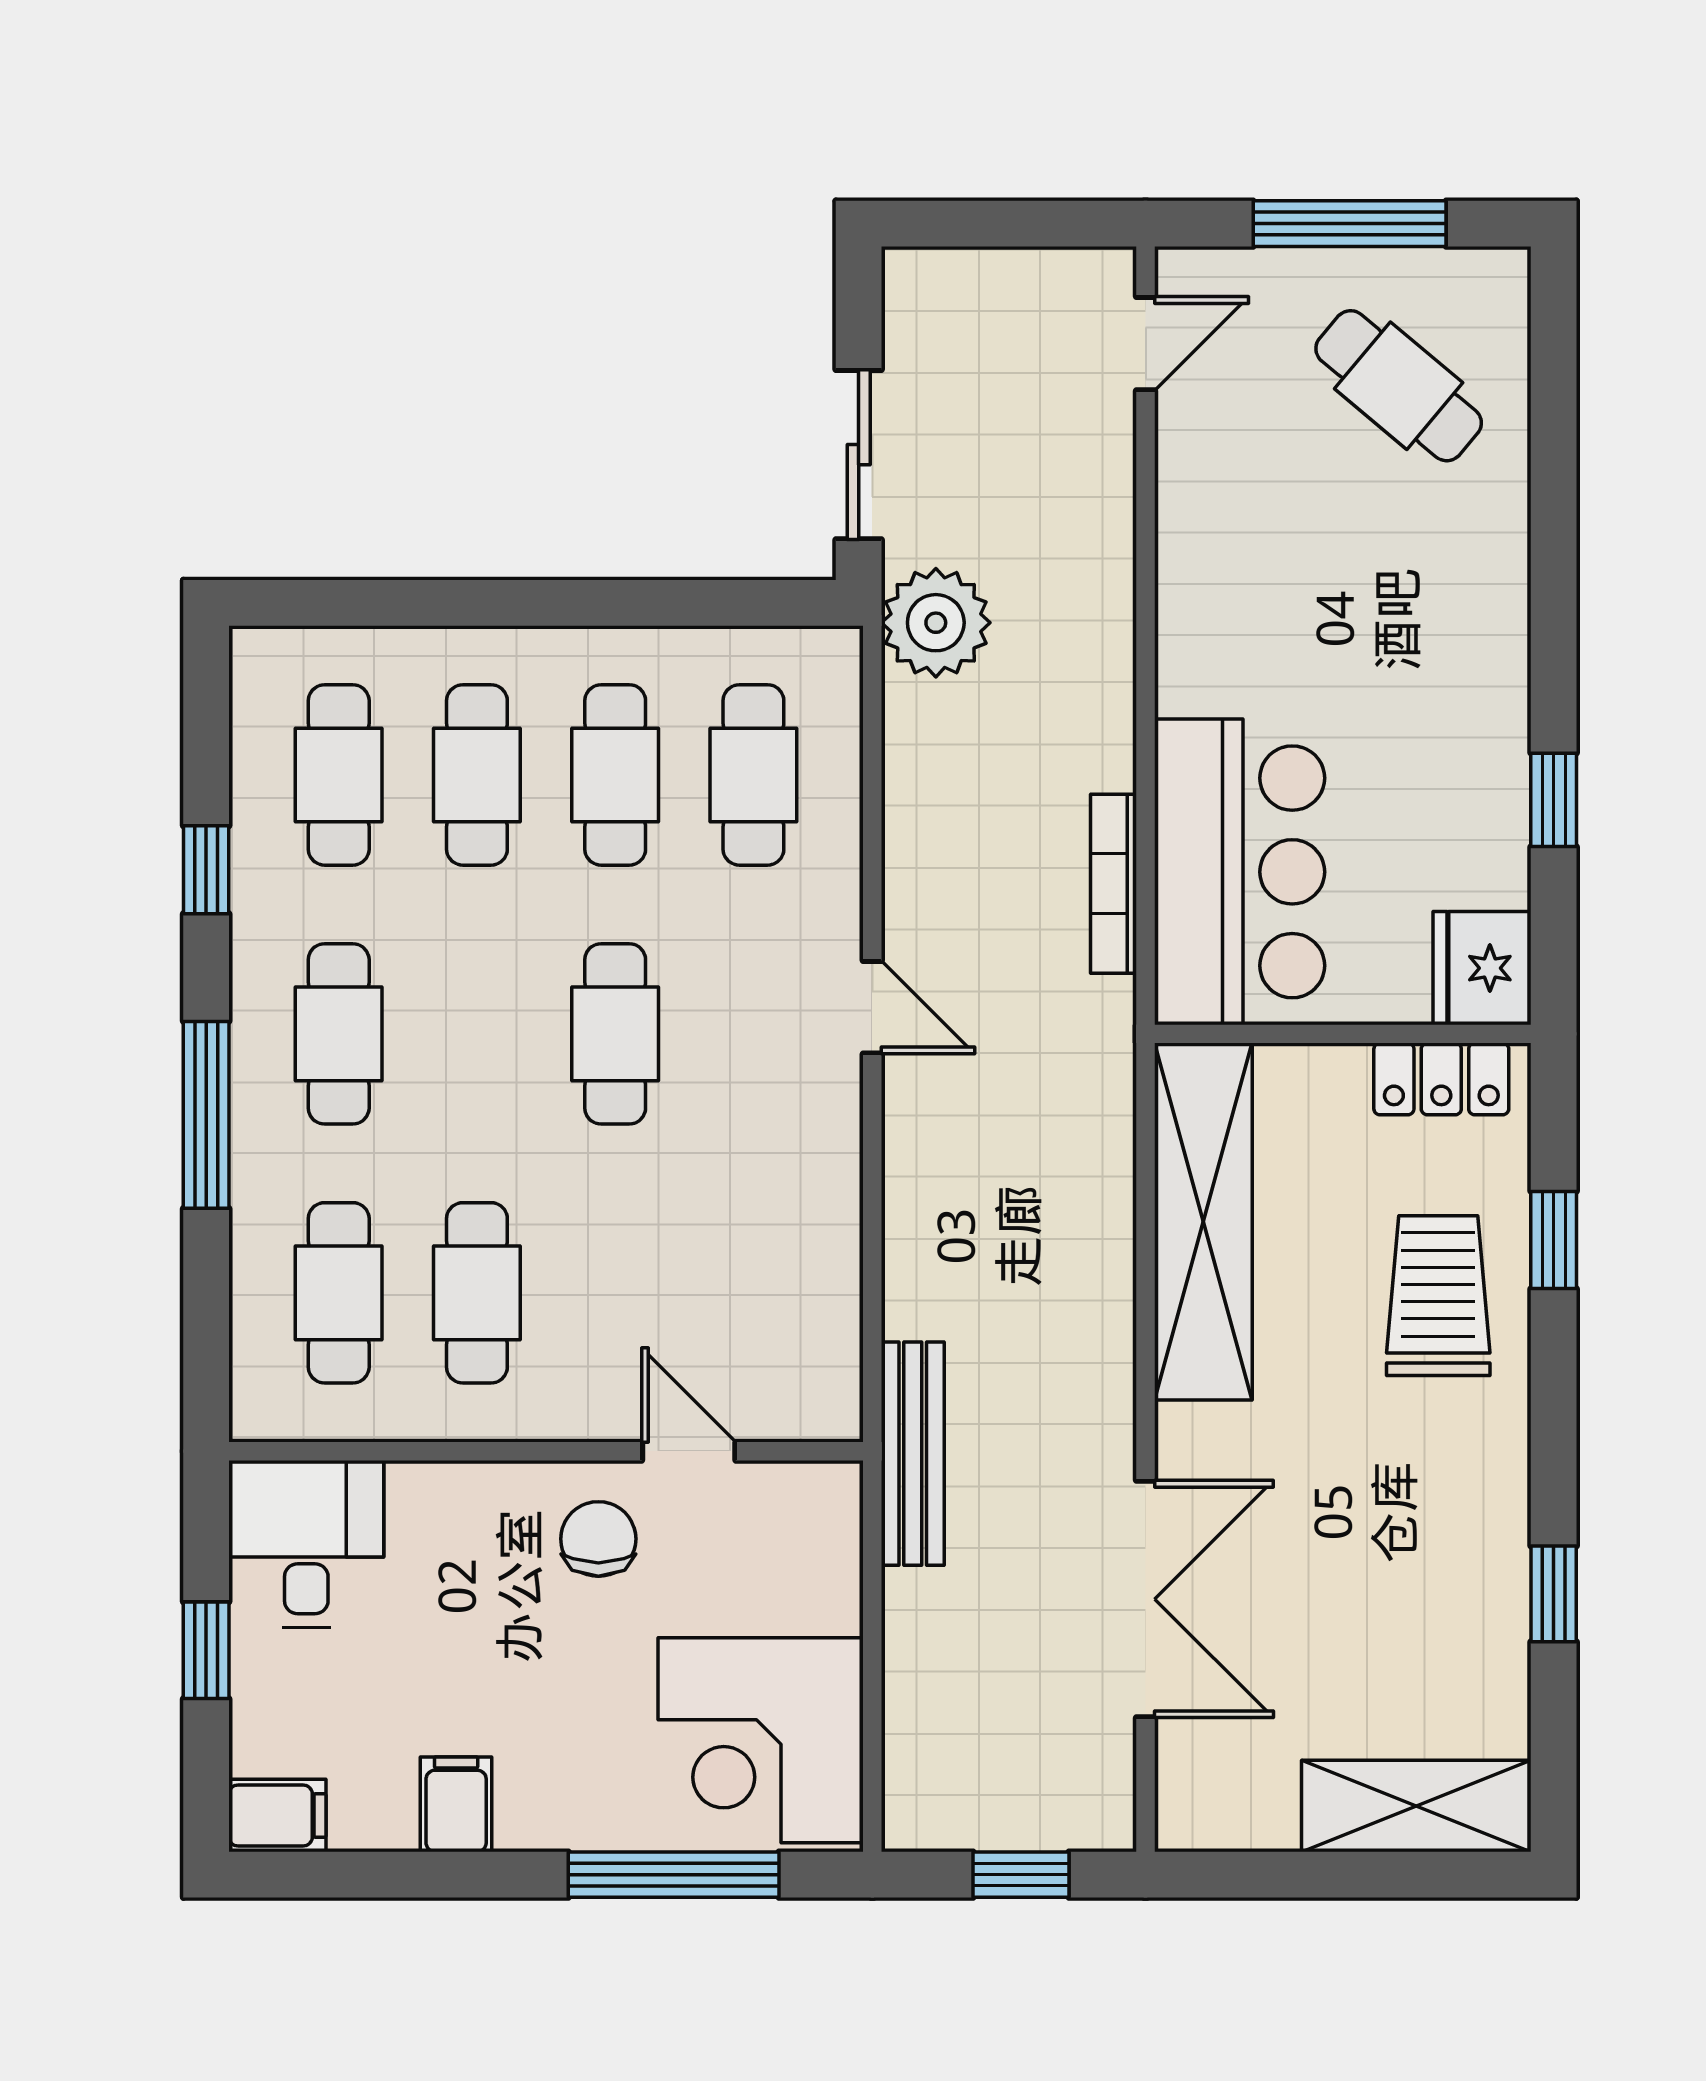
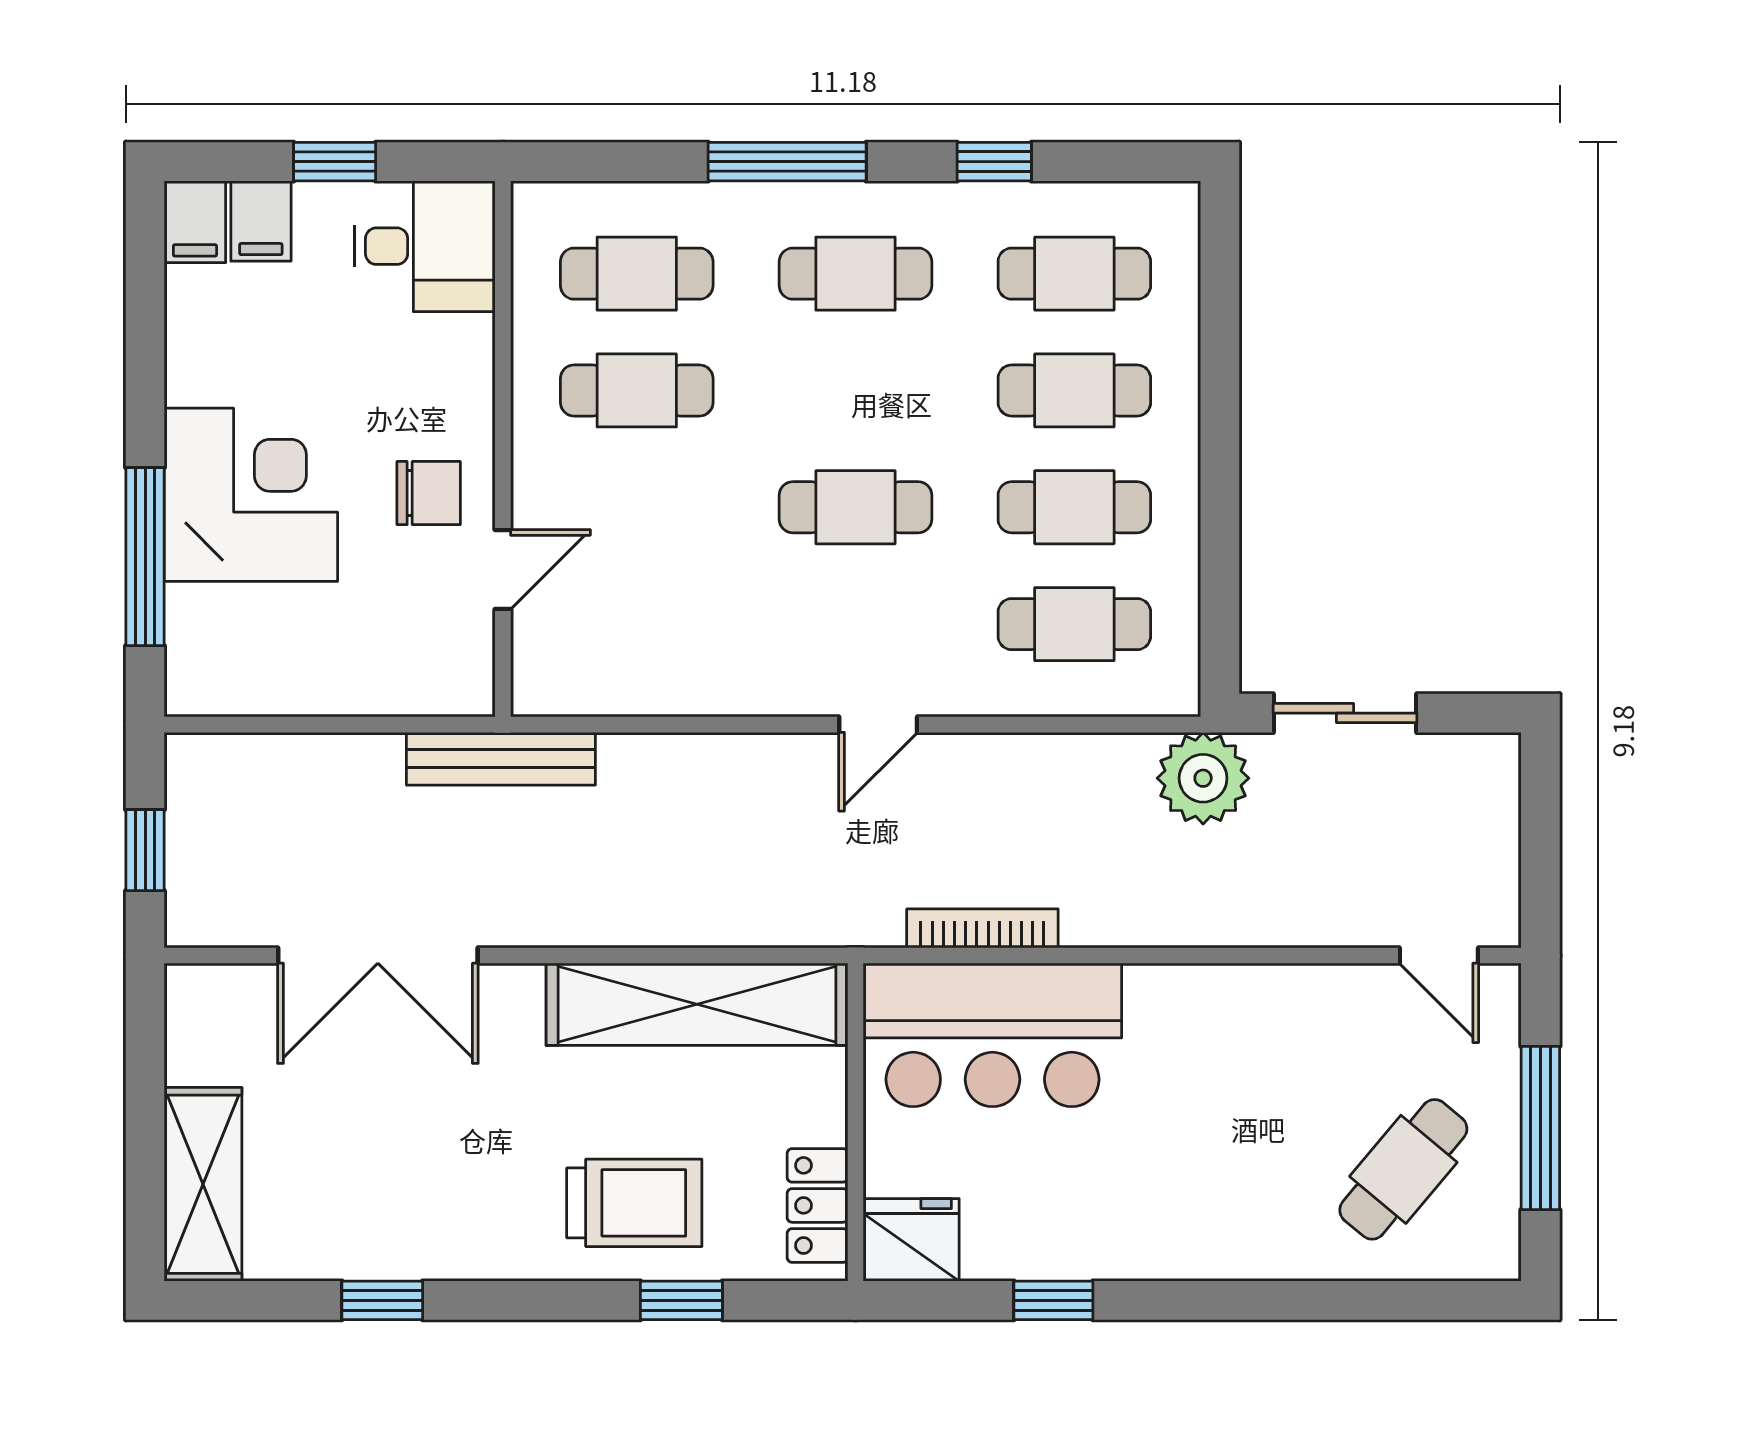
corner desk: (761, 1740) -> (251, 495), moved, turned 90
filing cabinet: (456, 1804) -> (261, 221), moved, turned 90

